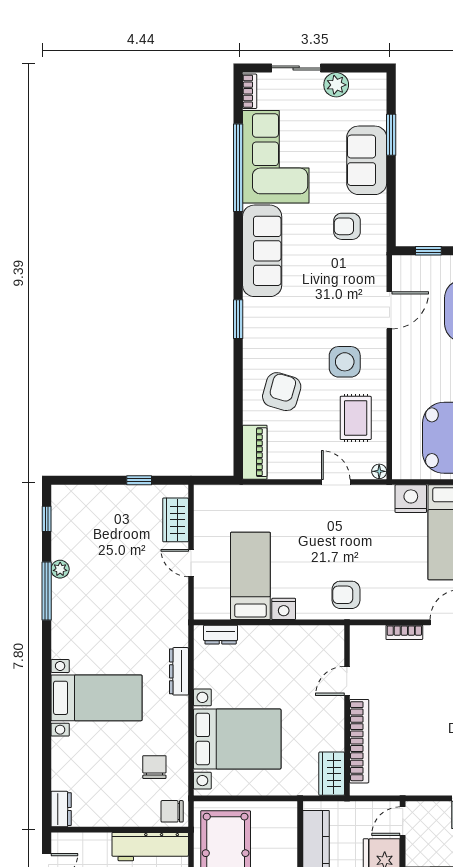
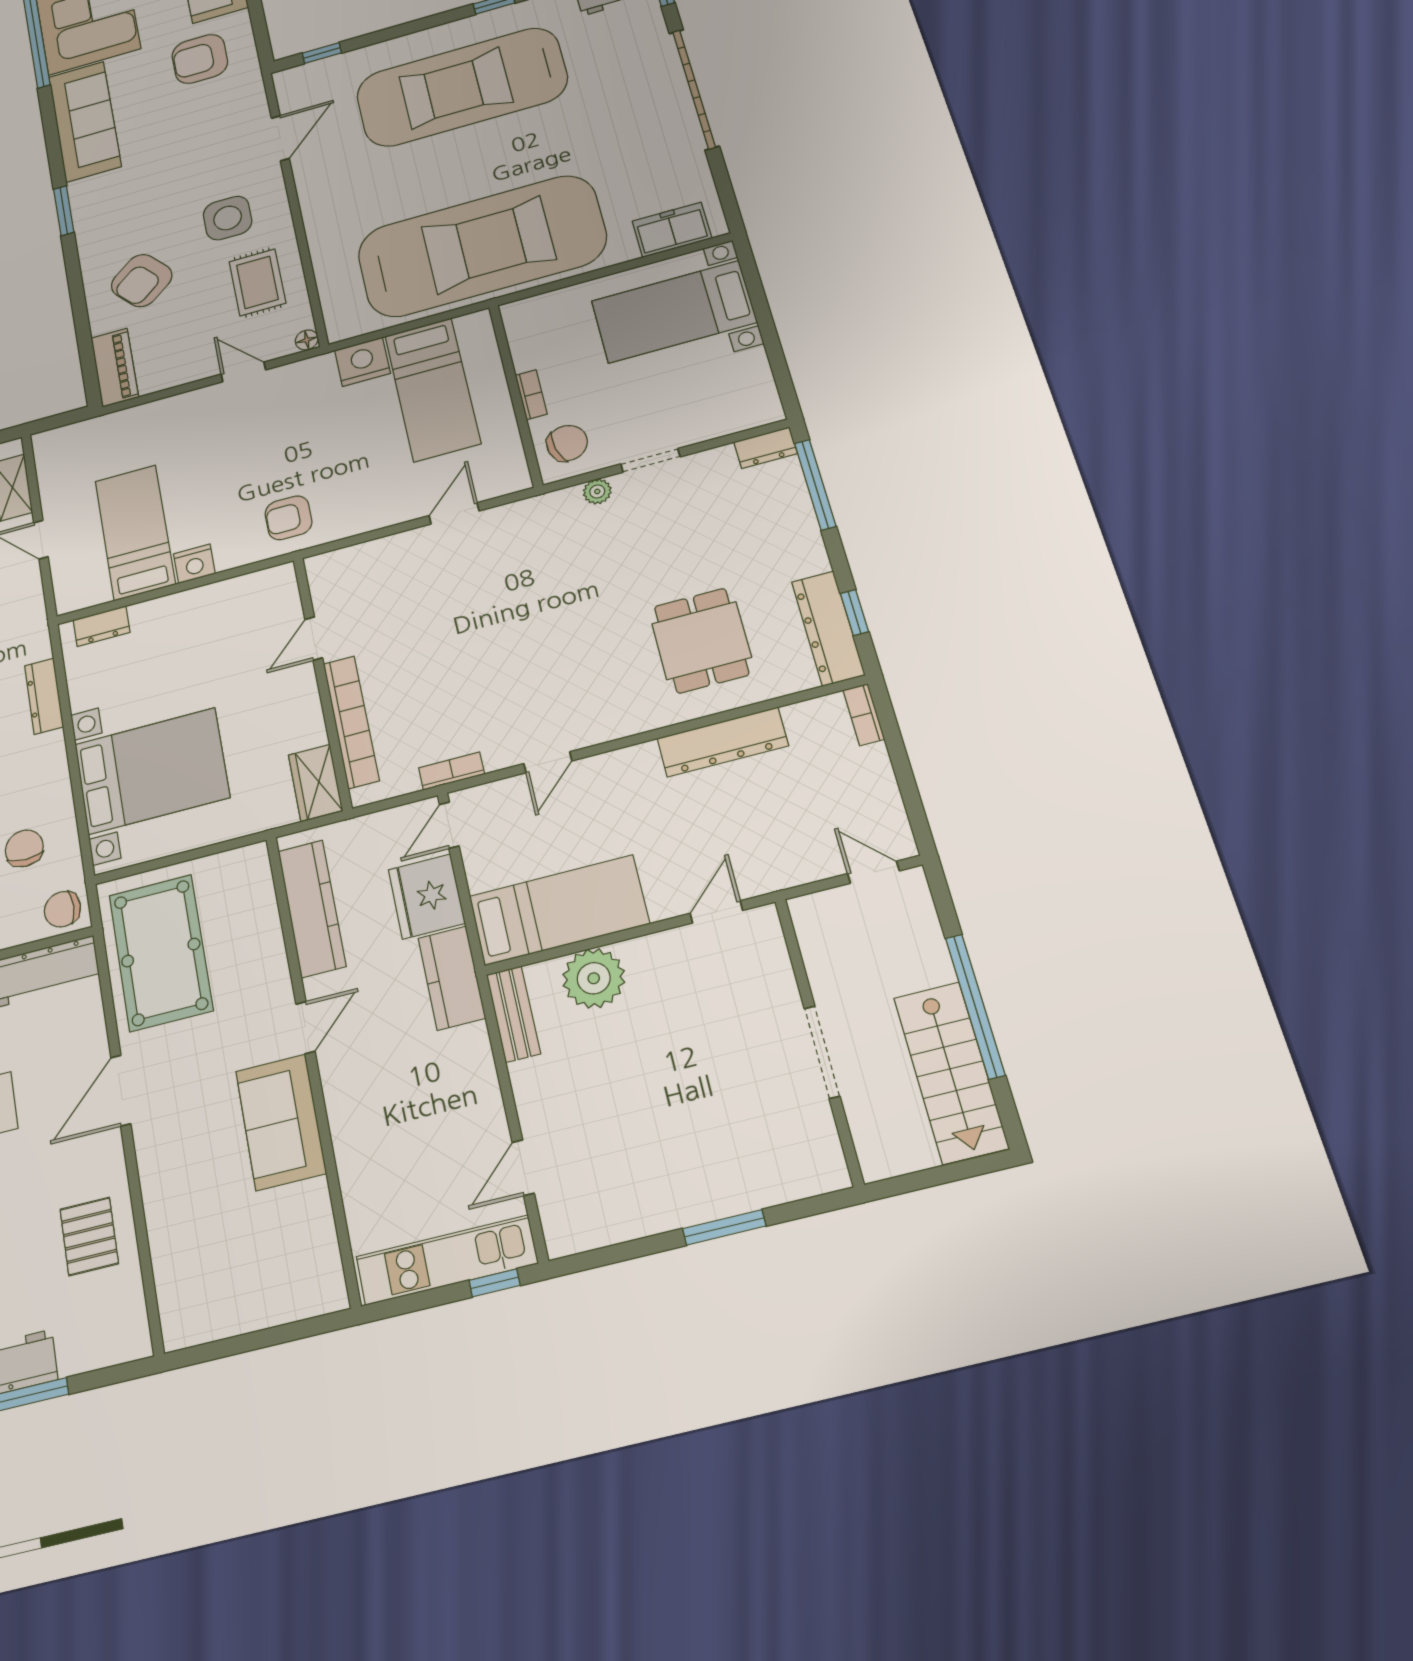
armchair: (347, 226) -> (200, 59), width x1.38, depth x1.38
armchair: (282, 392) -> (142, 281), turned -146
bookcase: (404, 632) -> (452, 771), moved, turned 180

